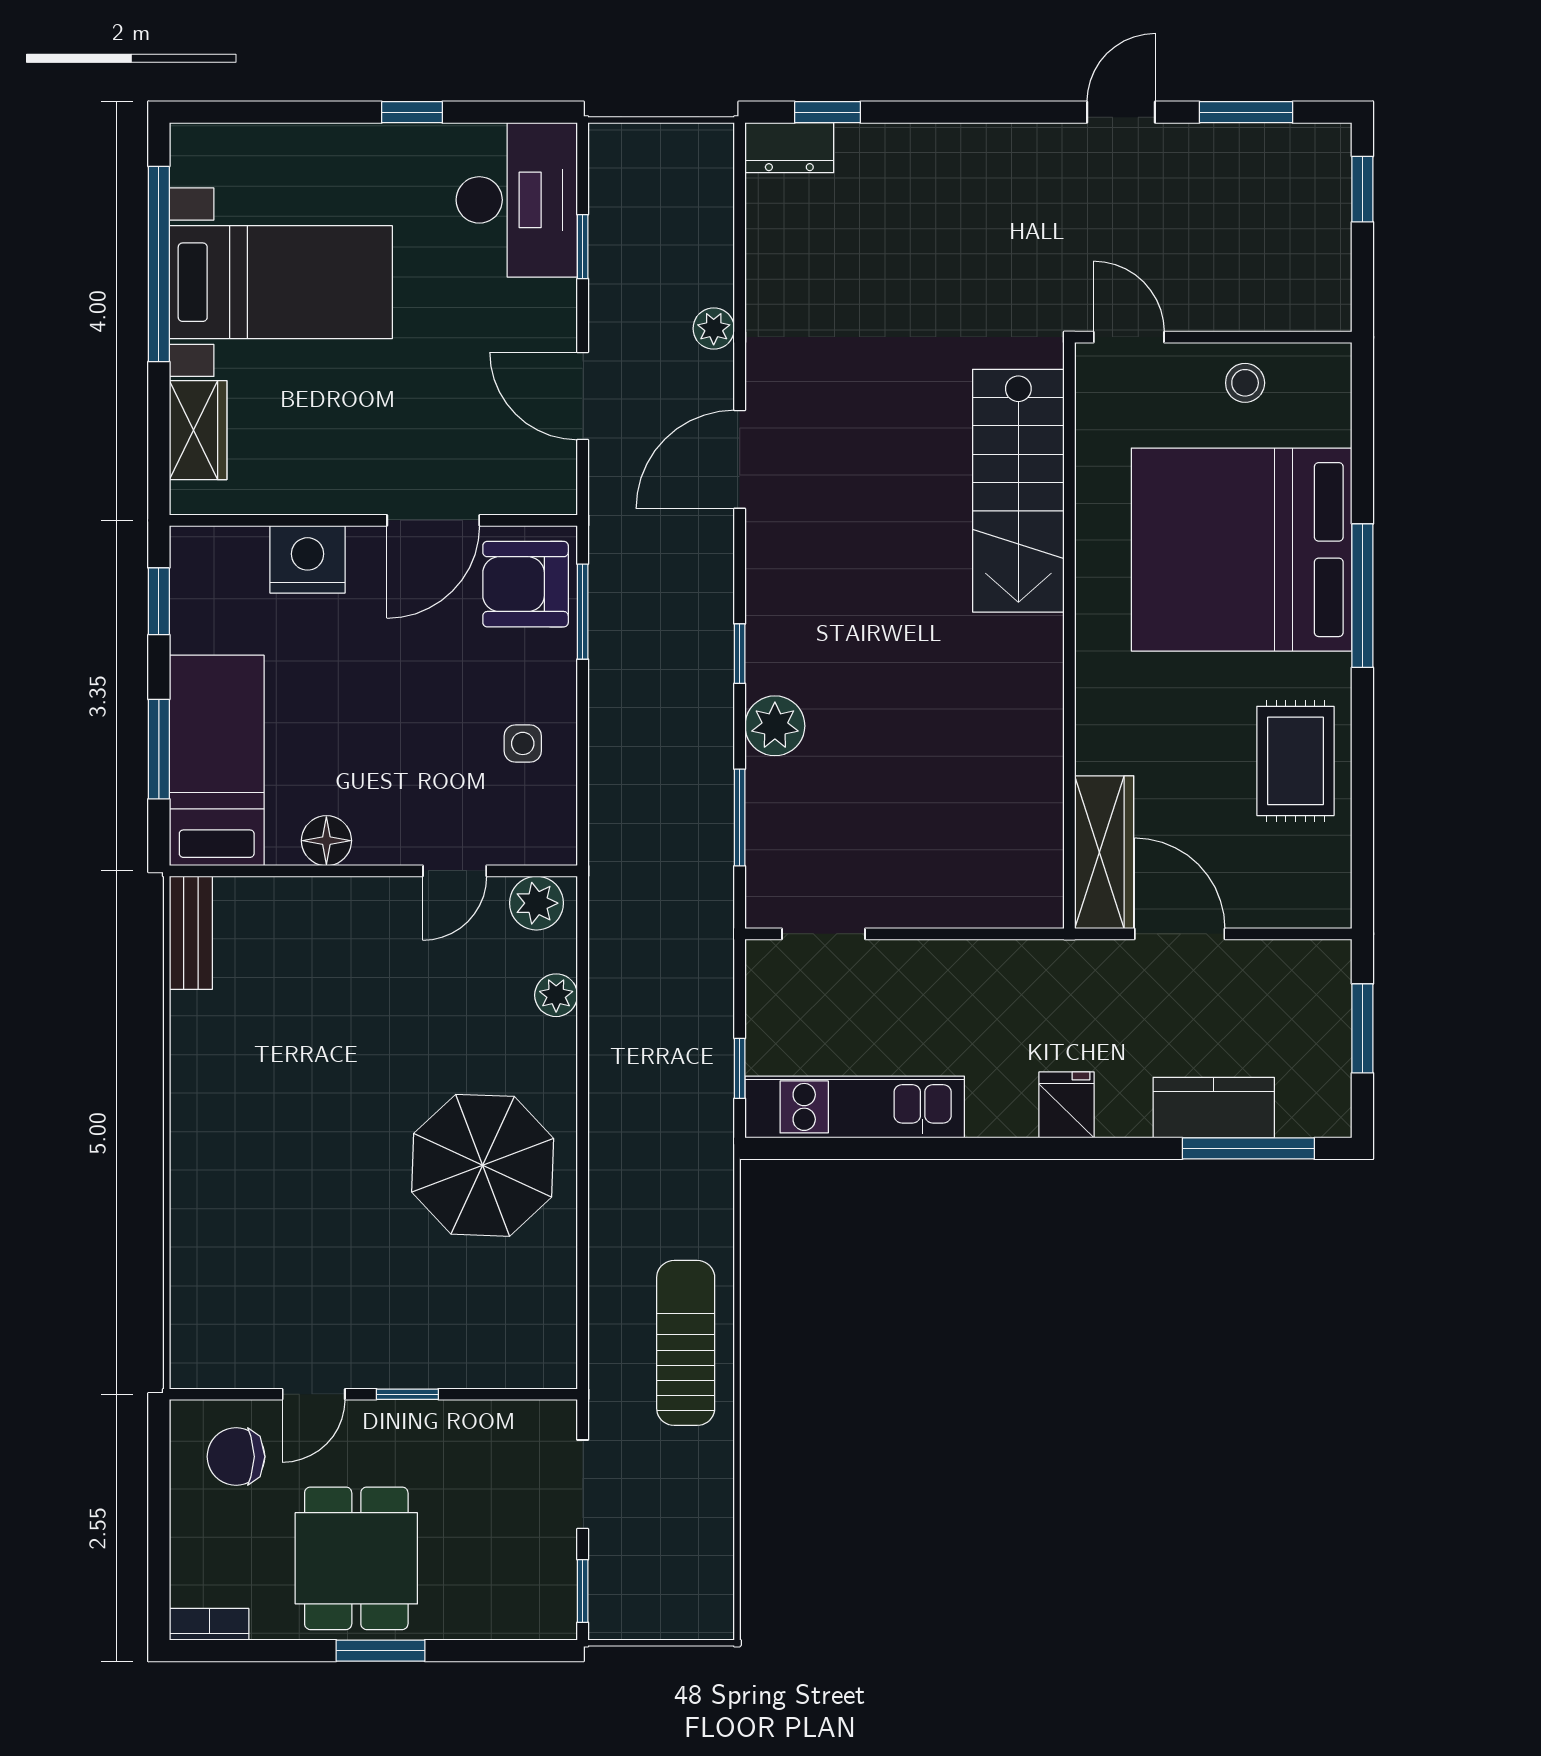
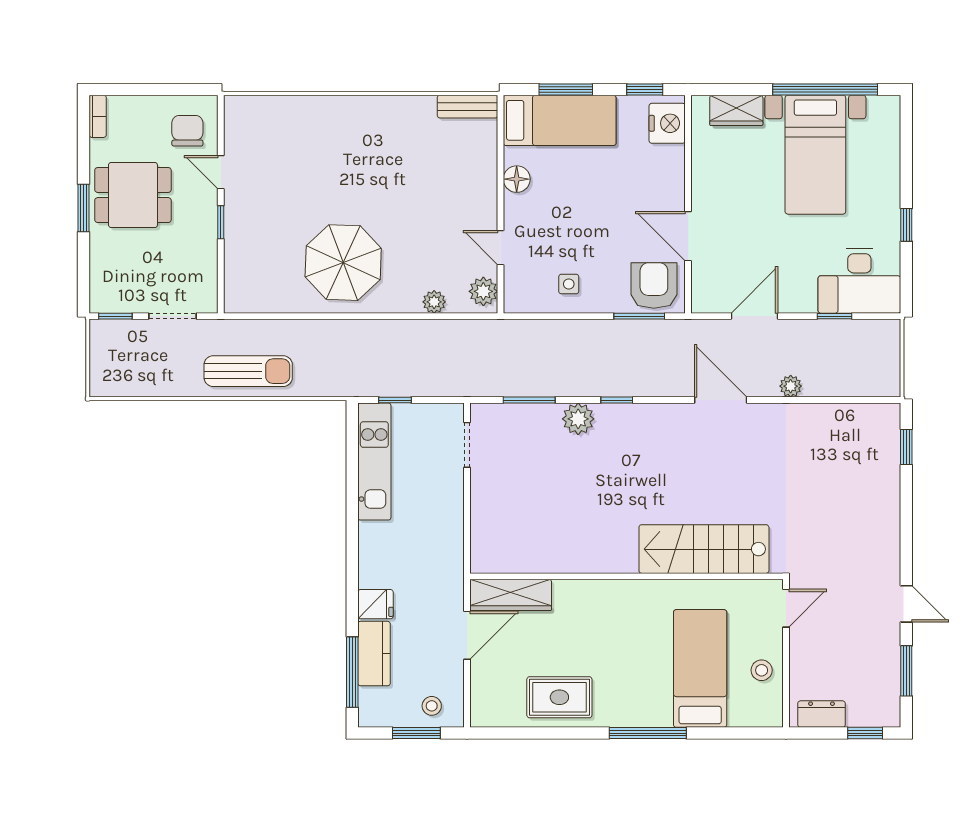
dresser: (789, 148) -> (822, 714), moved, turned 90
bed: (1242, 550) -> (700, 668), width x0.49
nightstand: (308, 559) -> (667, 123), moved
stool: (1312, 1000) -> (432, 706), added
fridge: (1067, 1105) -> (375, 604), moved

